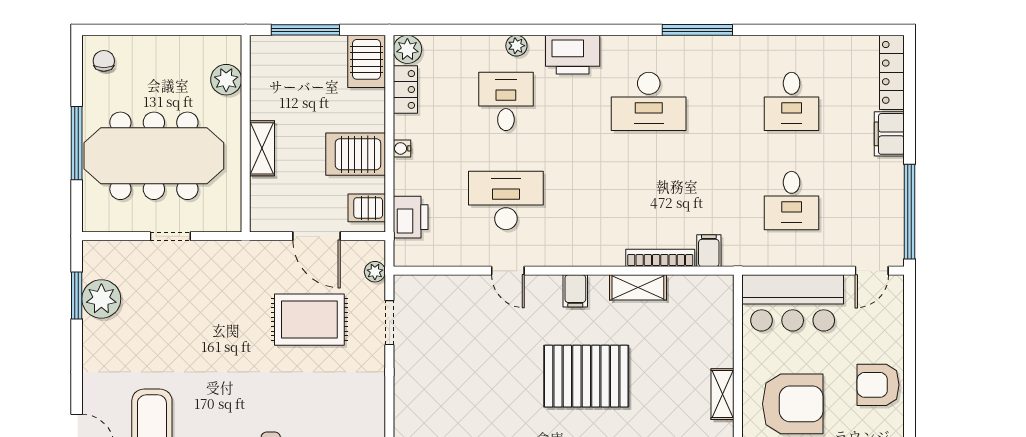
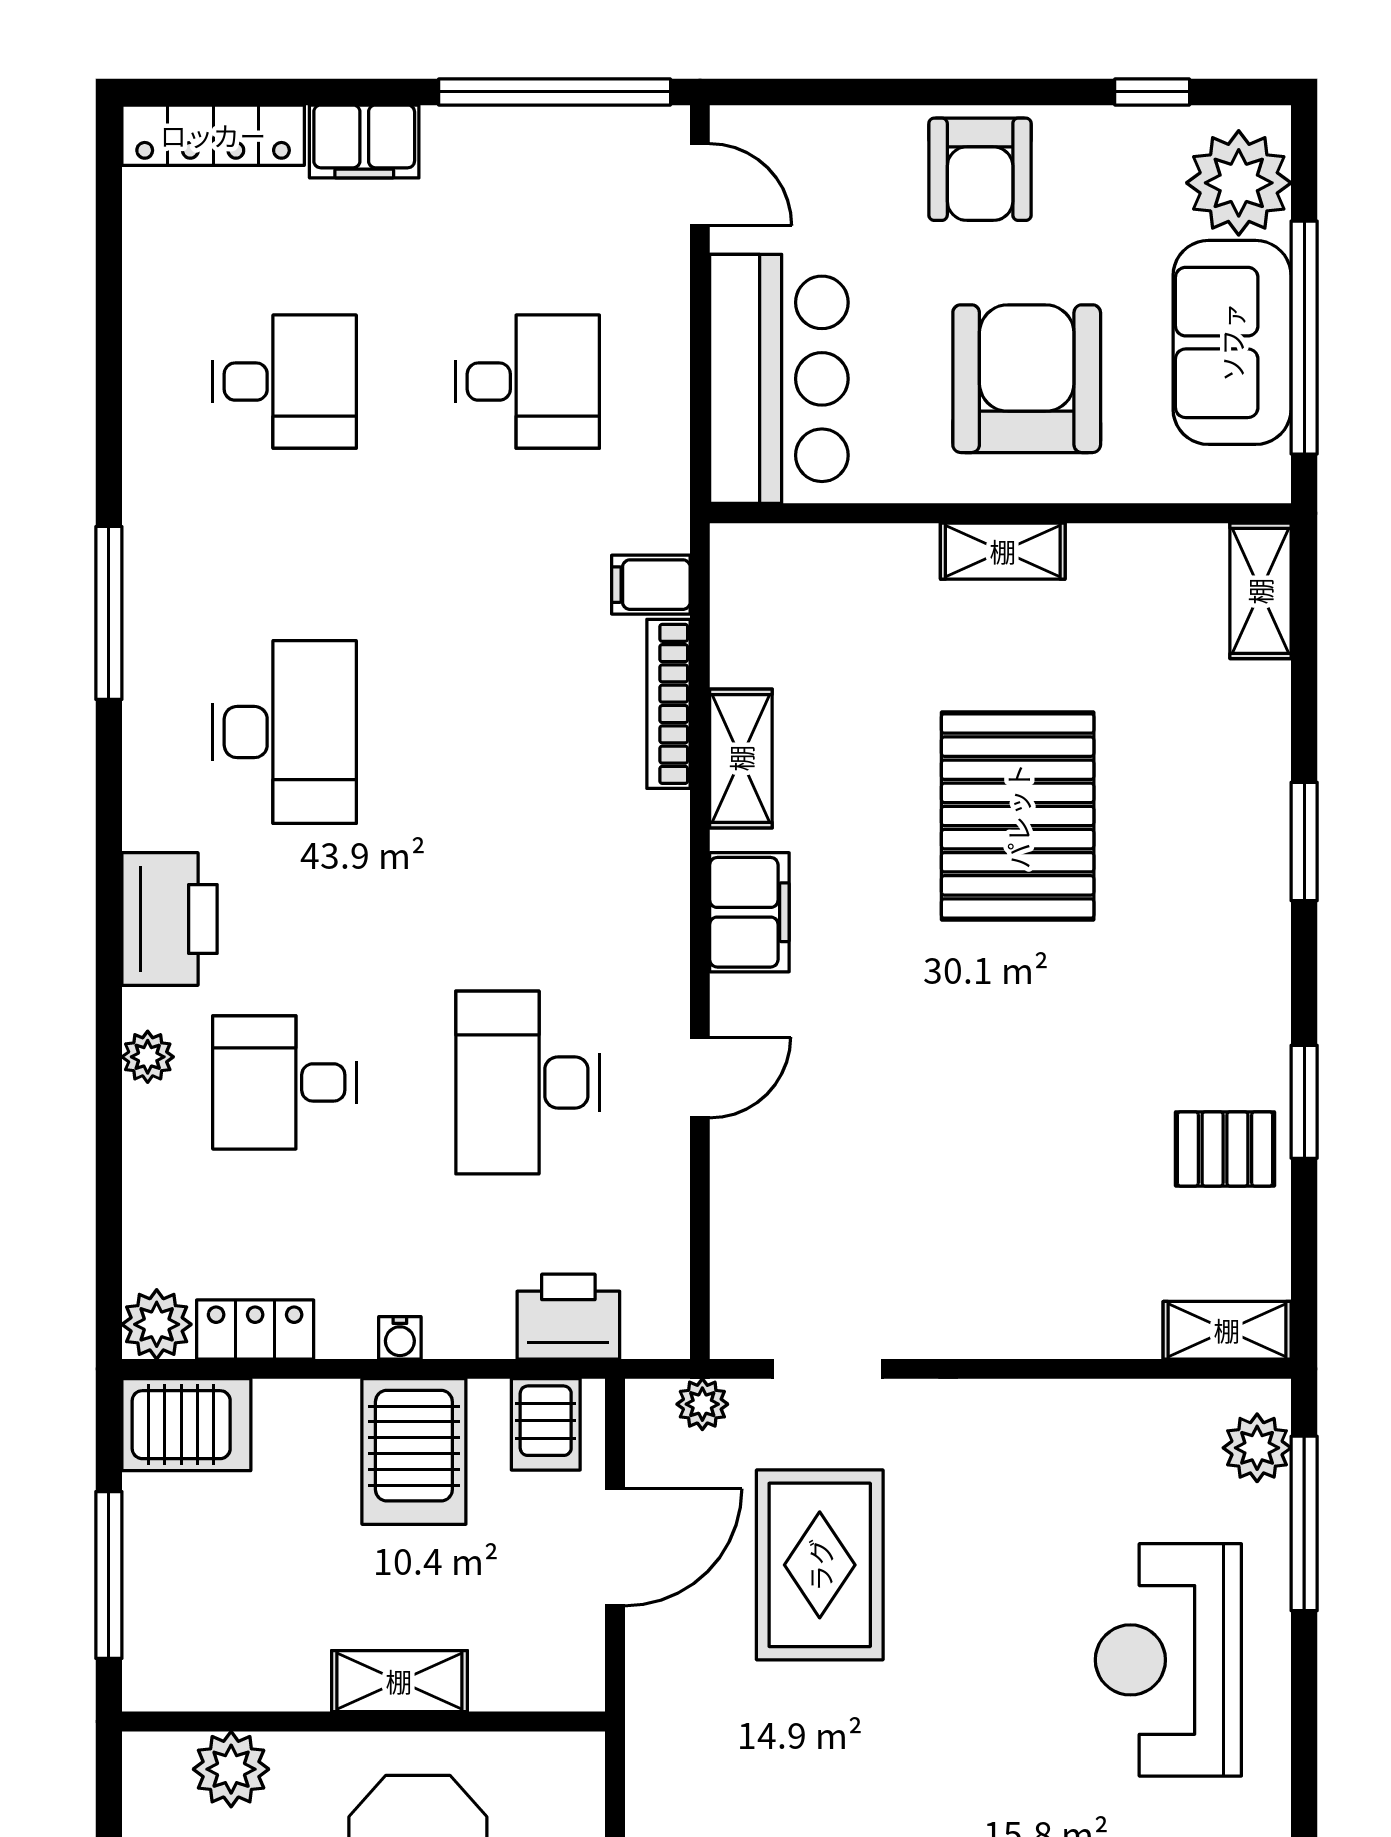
filing cabinet: (575, 291) -> (749, 912), width x2.00
pallet: (586, 376) -> (1018, 816), moved

